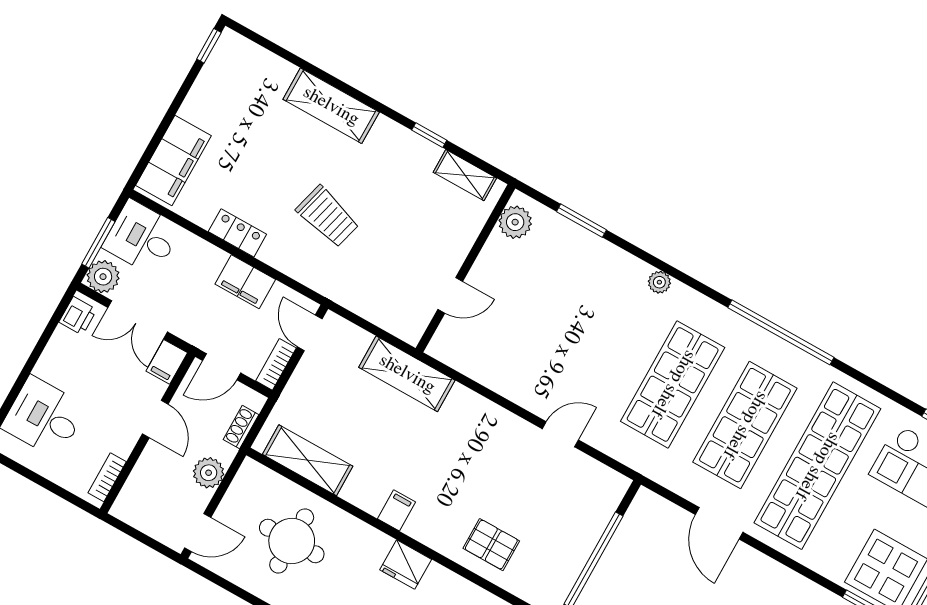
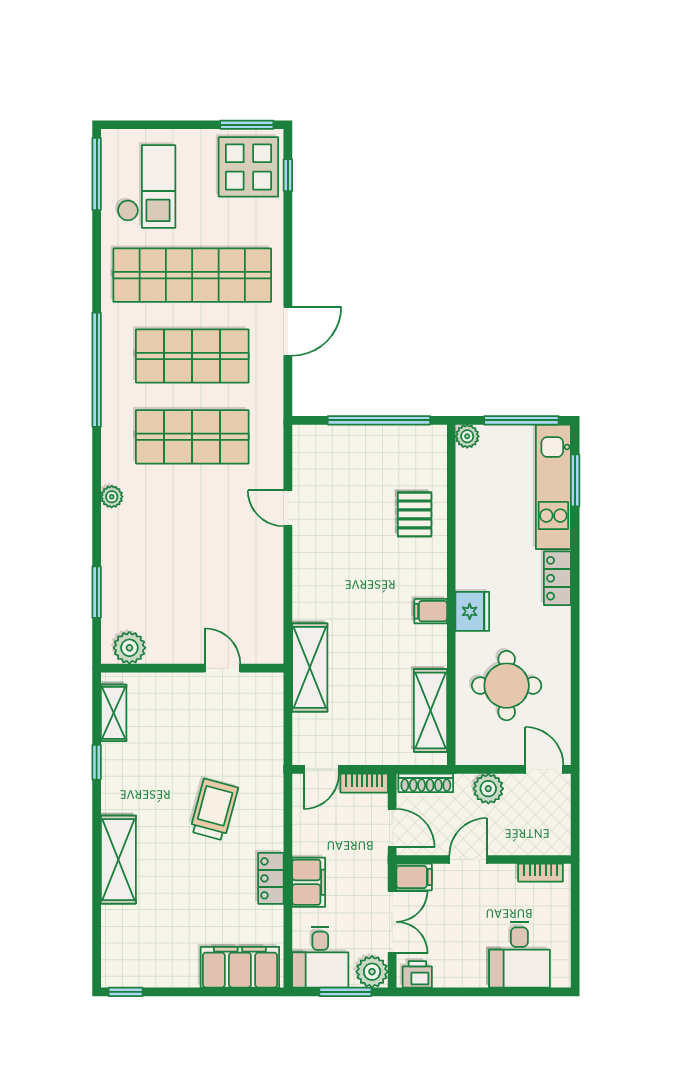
filing cabinet: (245, 282) -> (309, 882), moved
shoe rack: (241, 427) -> (426, 783), width x1.43
fridge: (406, 565) -> (472, 611), moved

